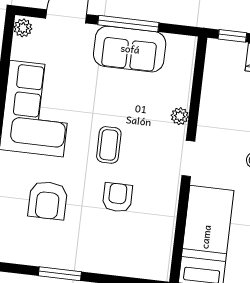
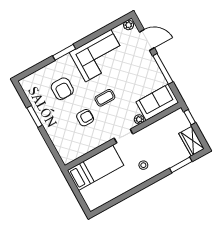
sofa: (130, 49) -> (157, 102), moved, turned 90
armchair: (48, 200) -> (62, 89), turned -90

